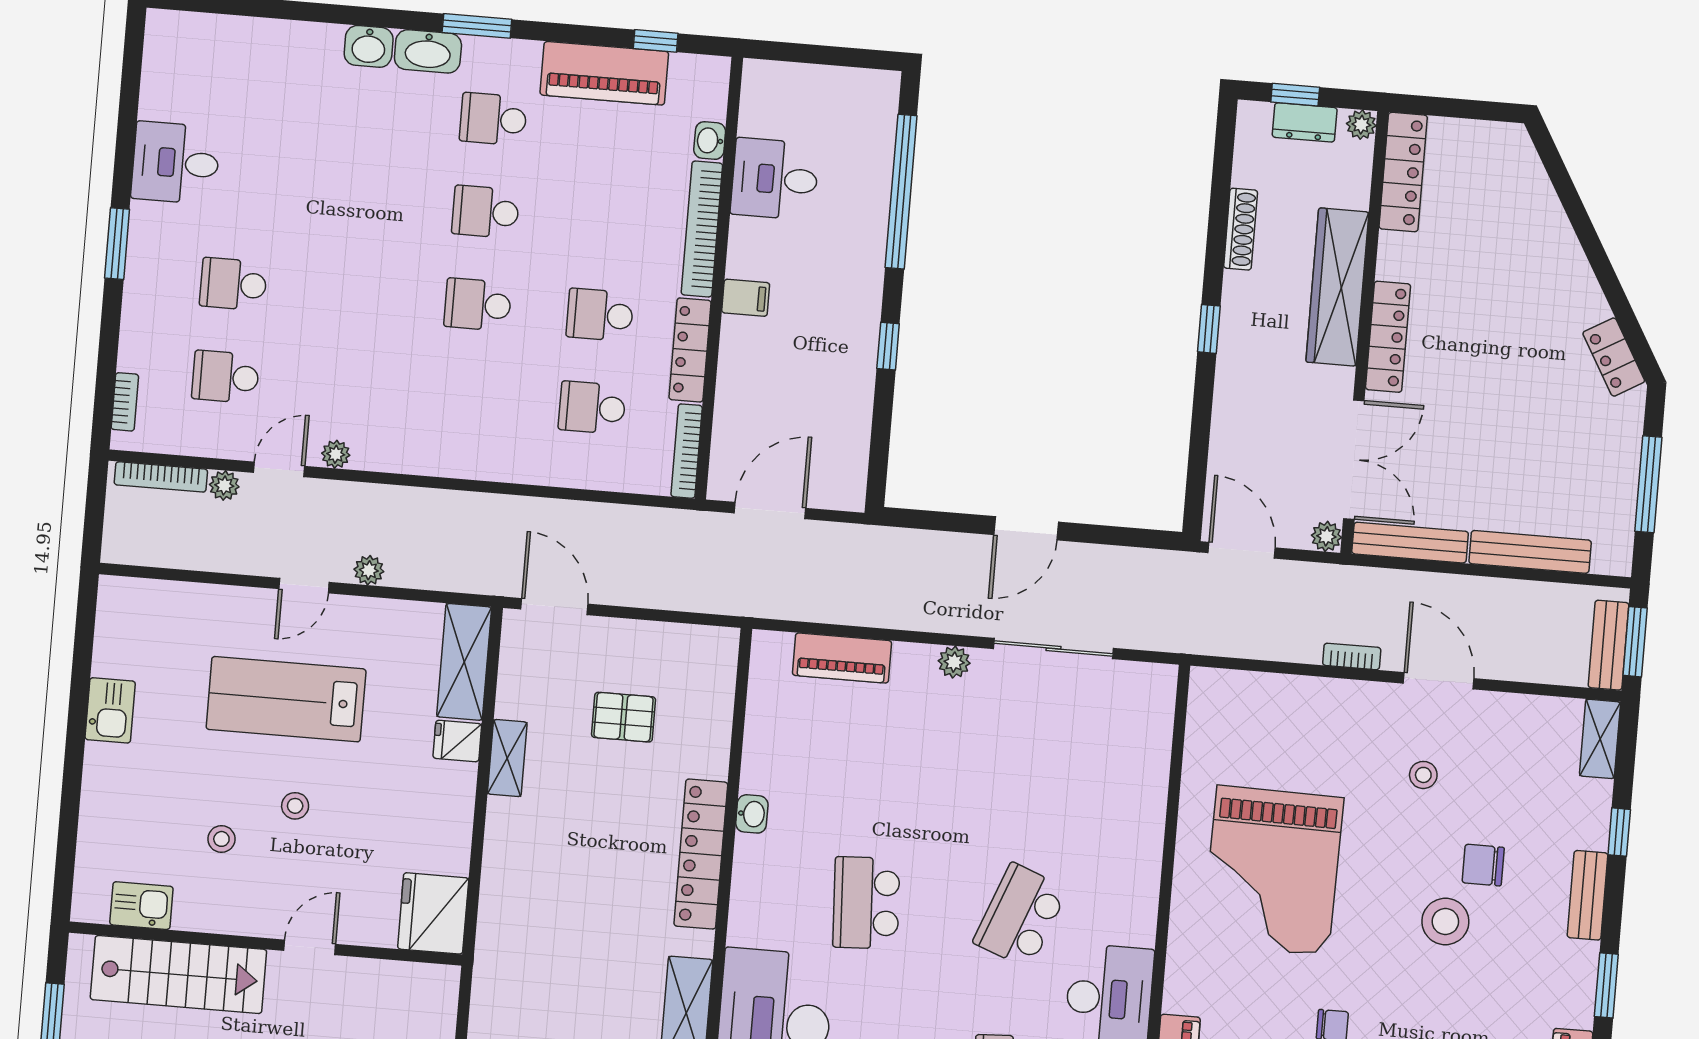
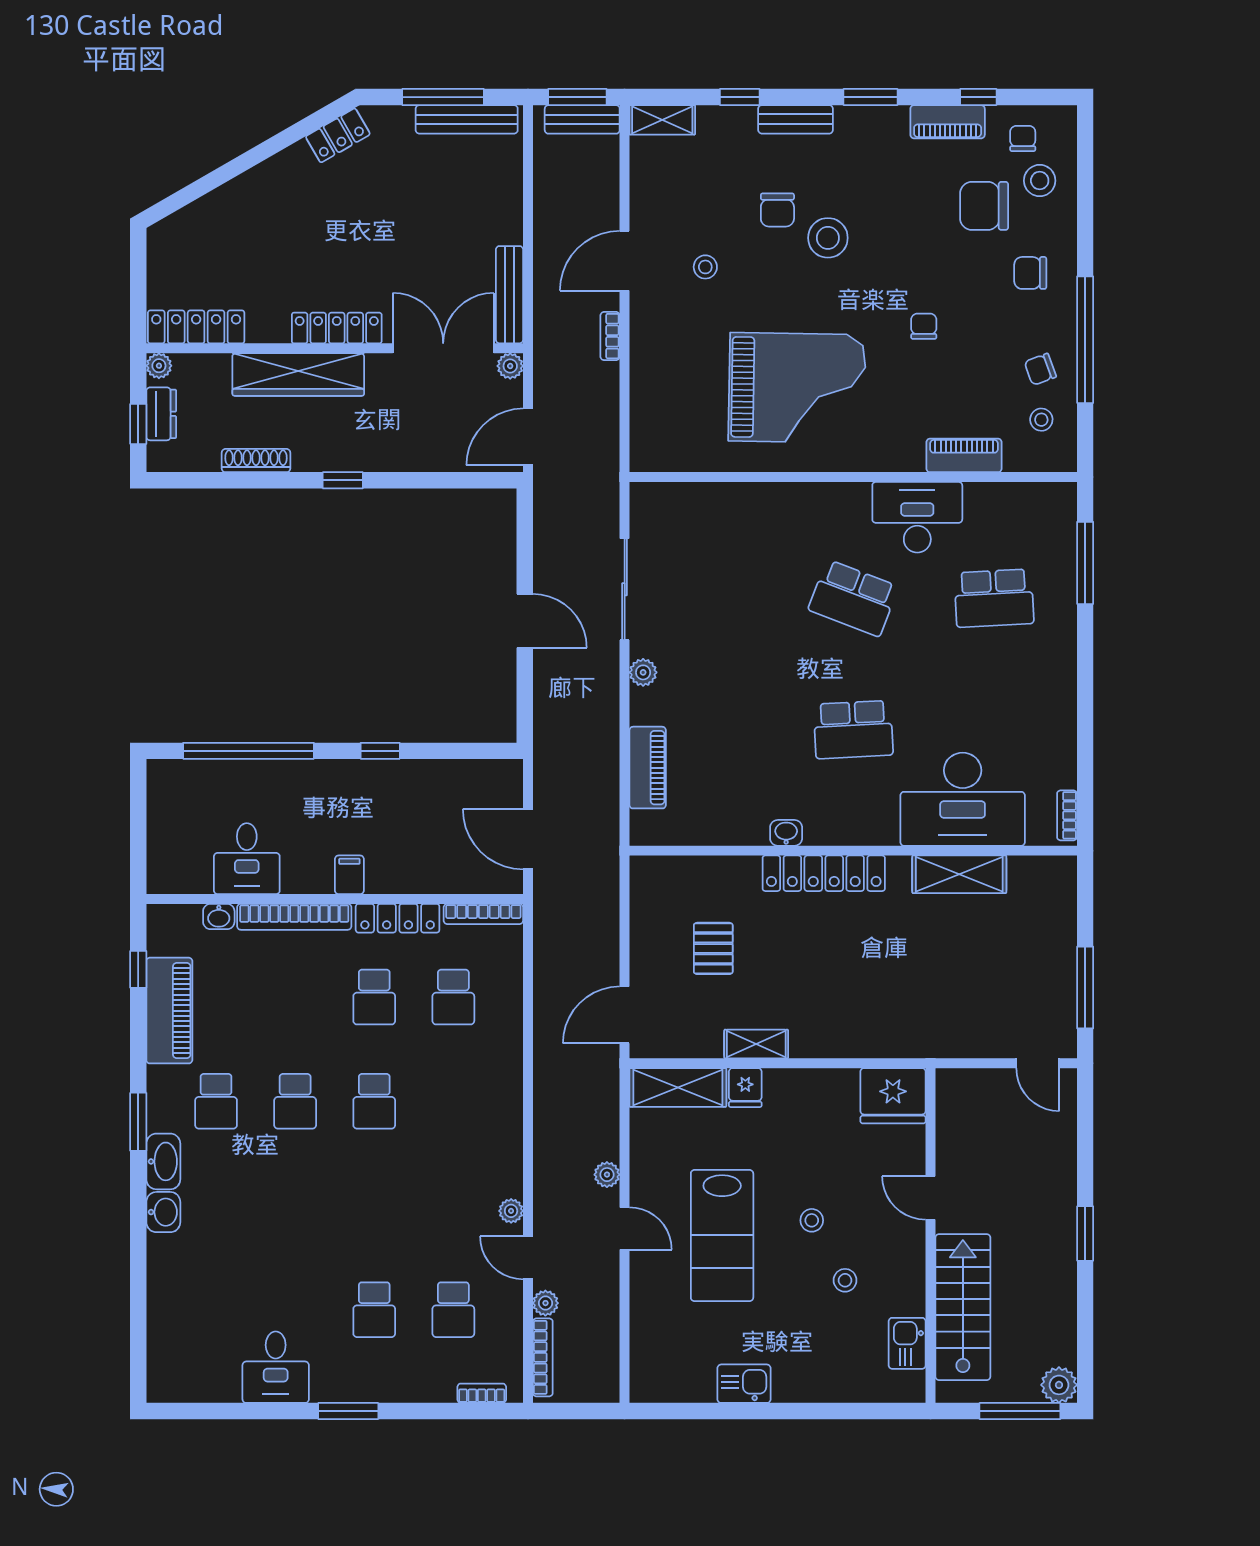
bench: (1530, 552) -> (467, 119), moved, turned 90

